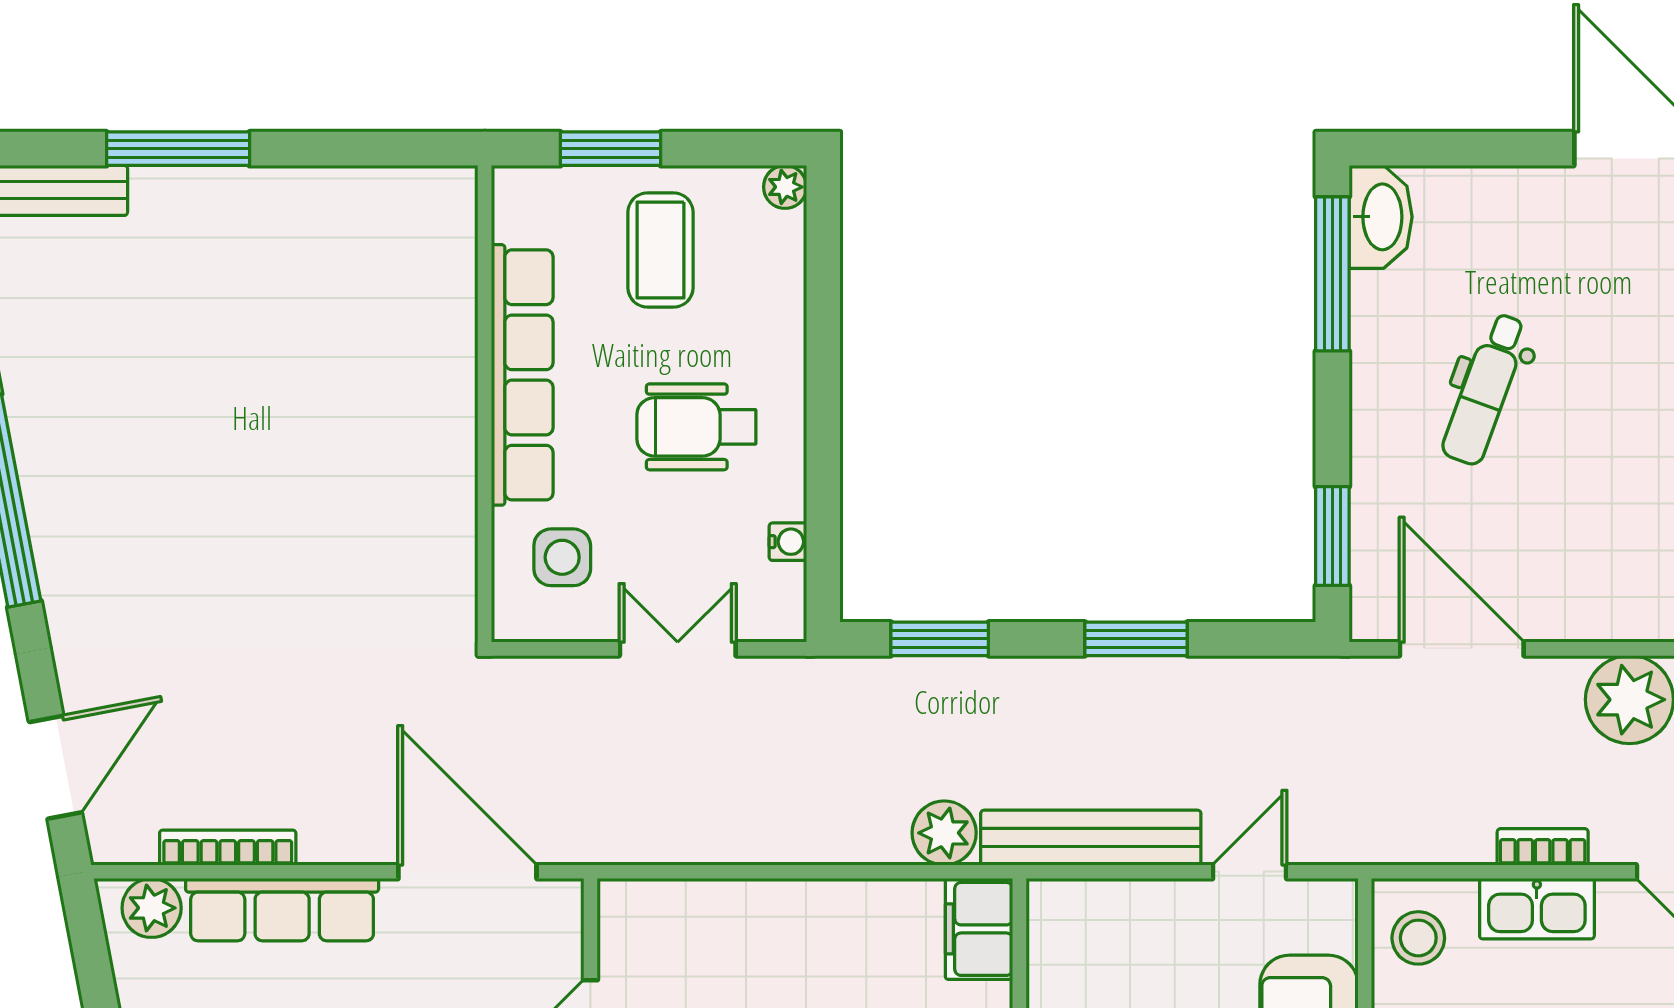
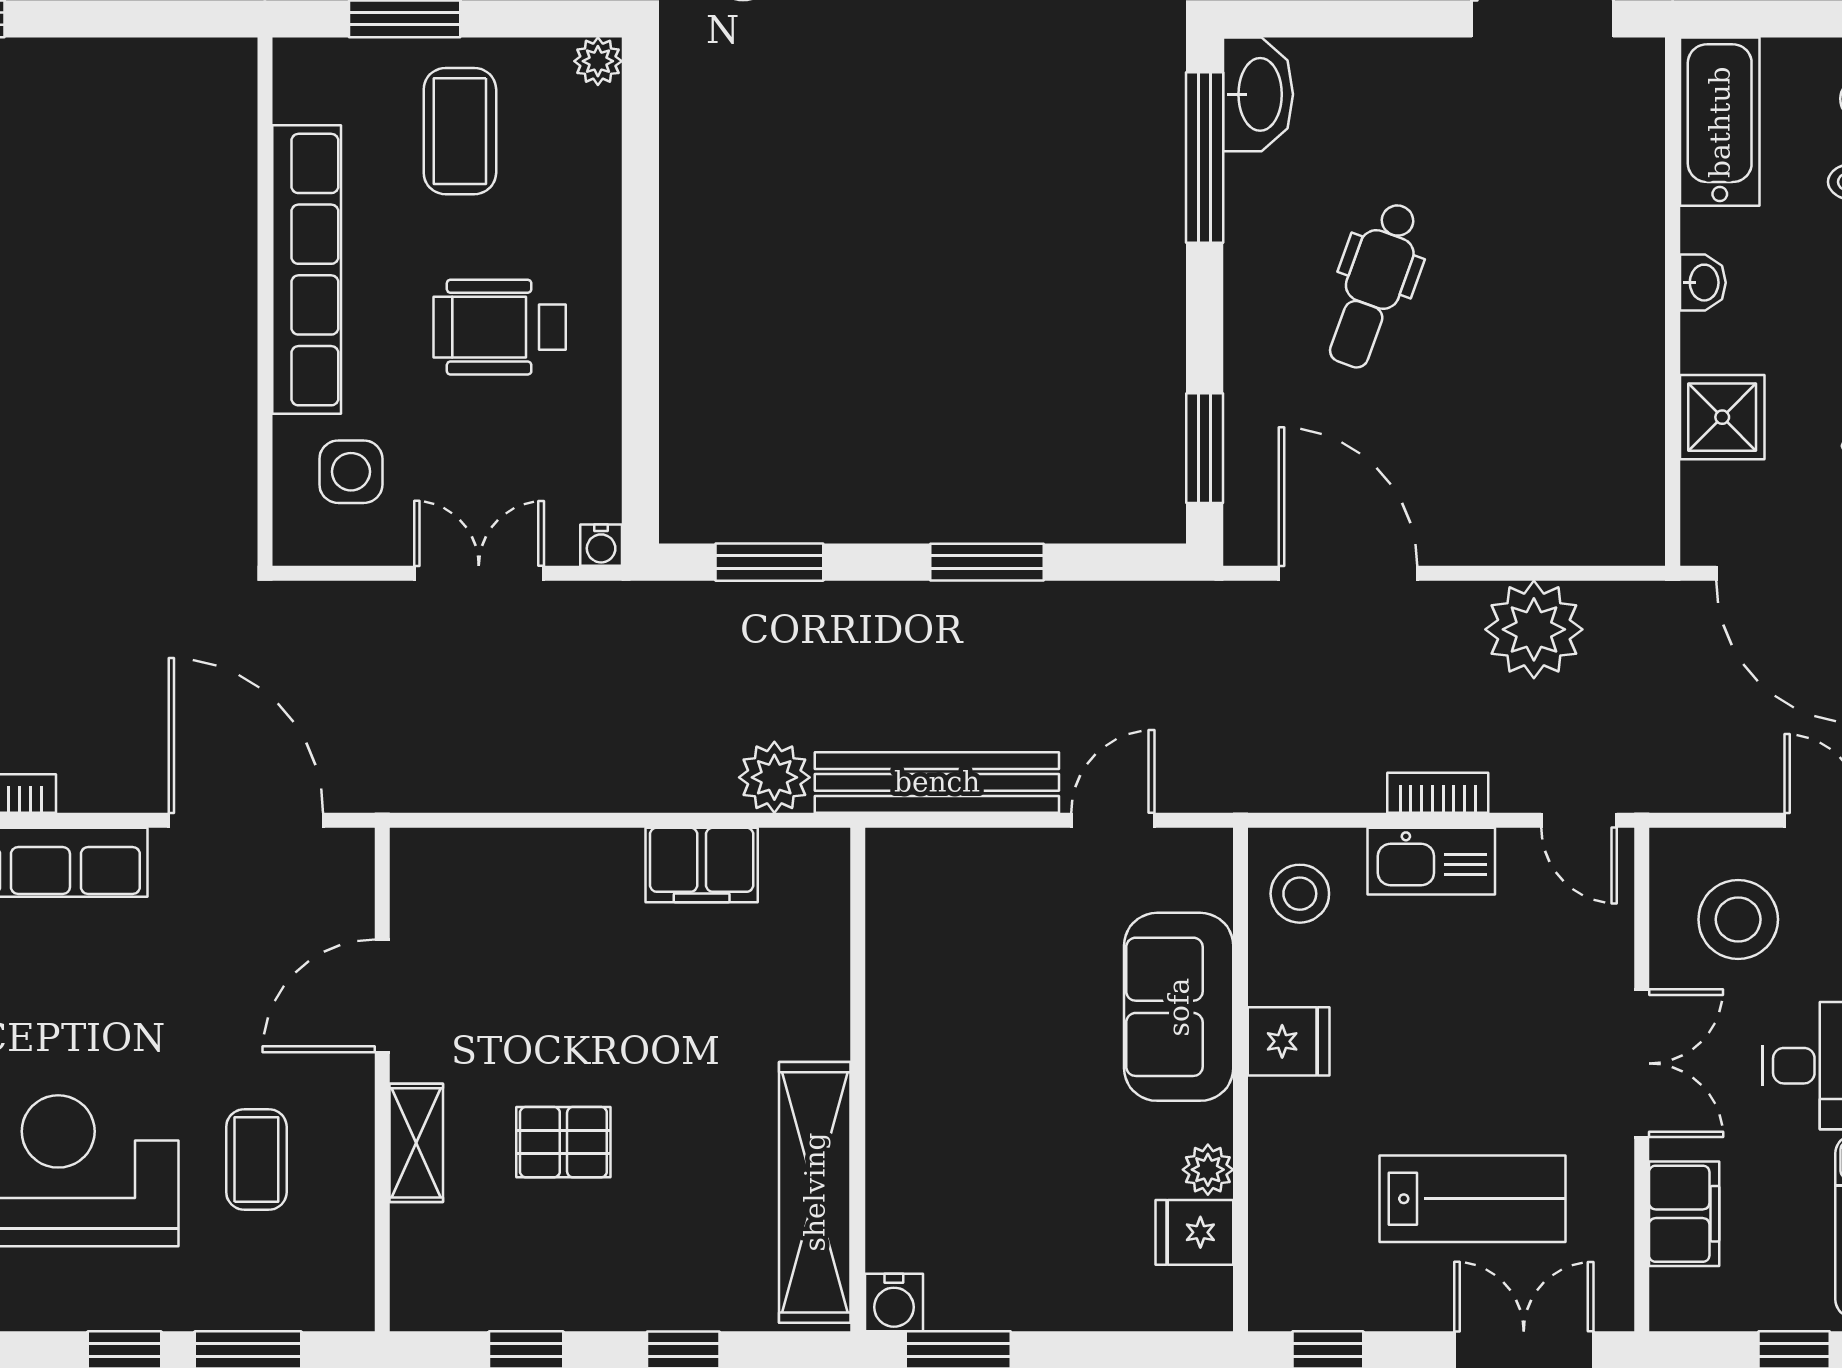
water cooler: (788, 542) -> (601, 545), moved, turned 90
filing cabinet: (979, 929) -> (702, 865), moved, turned -90

